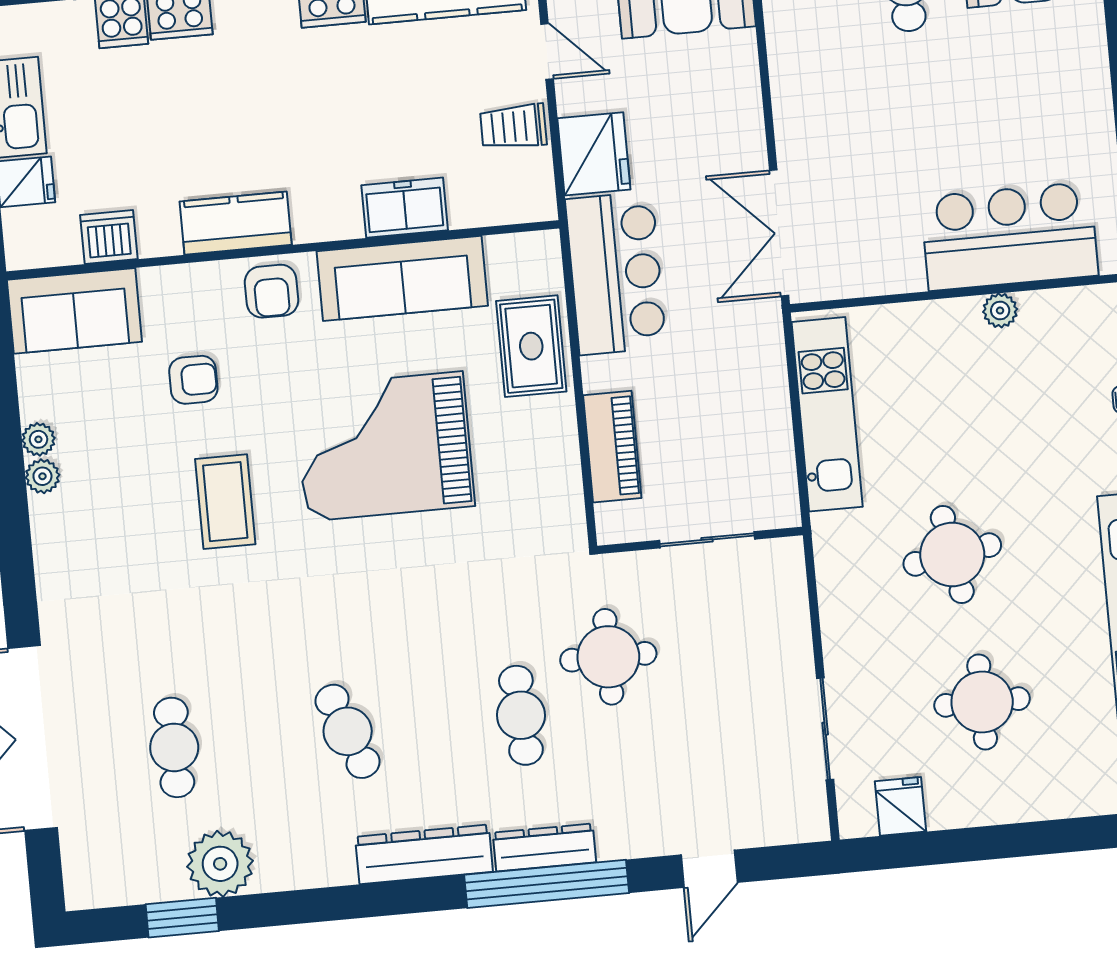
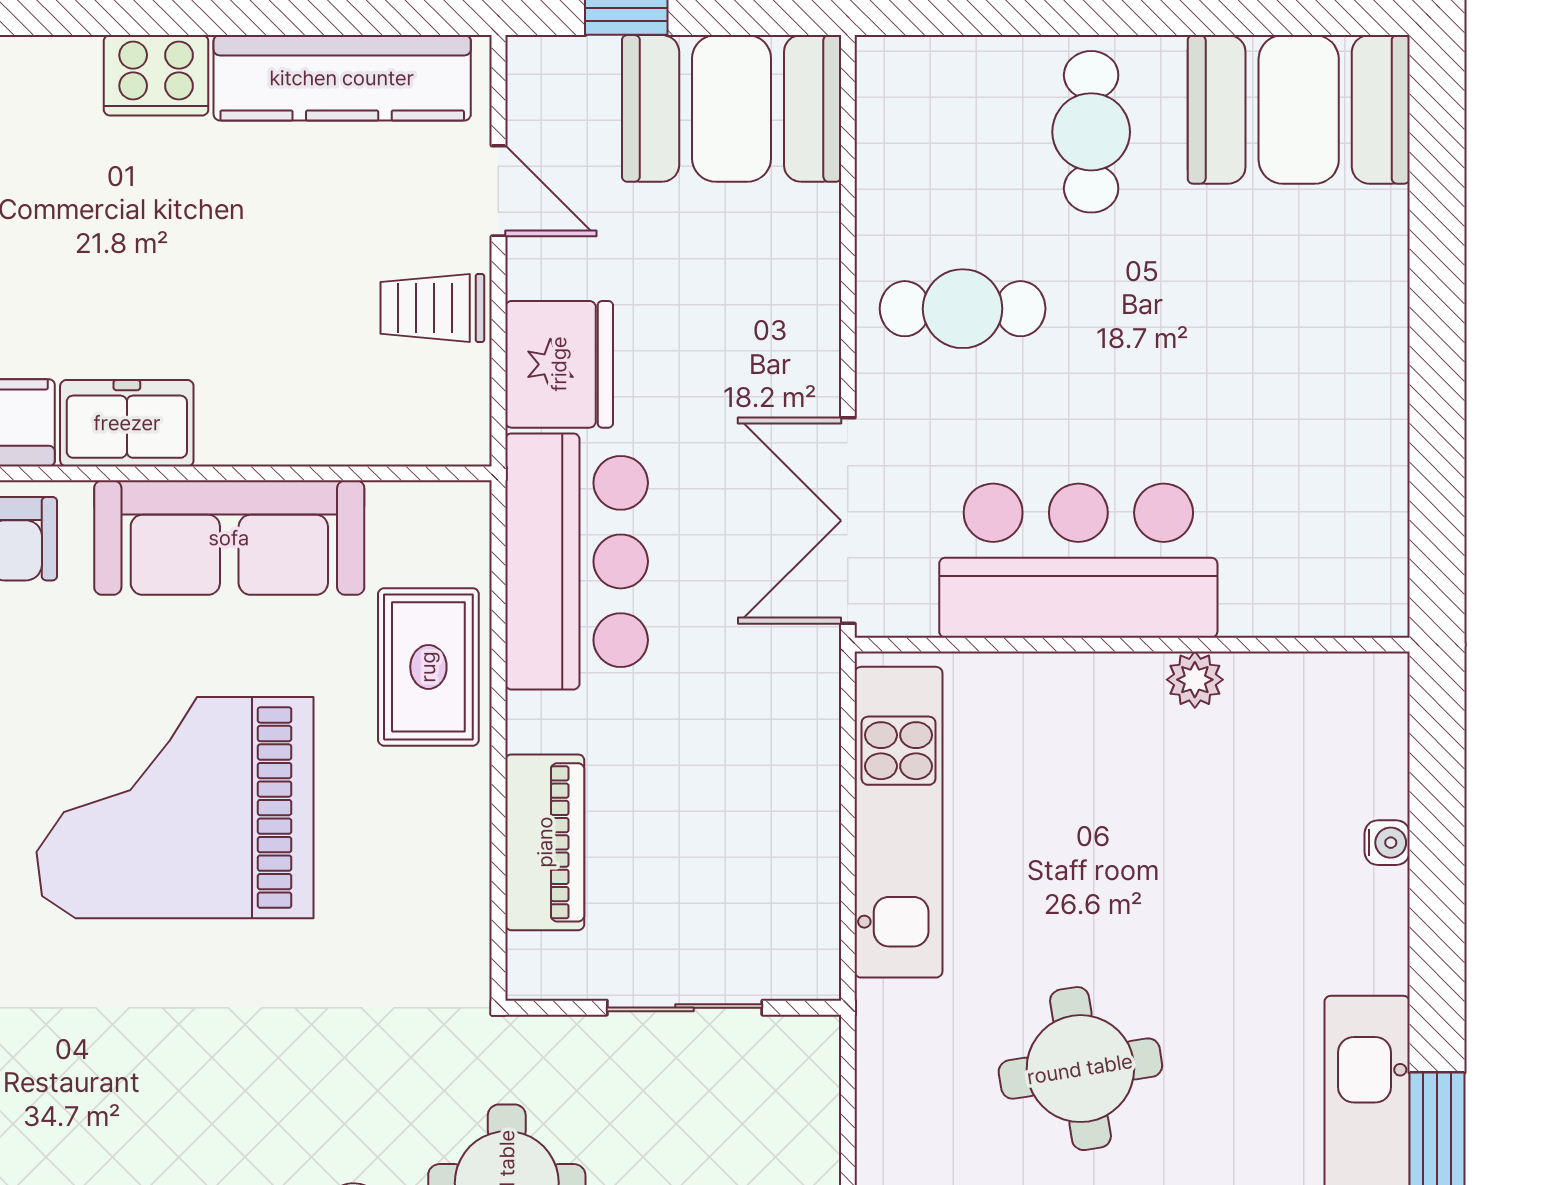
cafe table: (837, 97) -> (963, 309), added
freezer: (405, 208) -> (127, 423), moved
bar counter: (1009, 236) -> (1078, 561), moved

